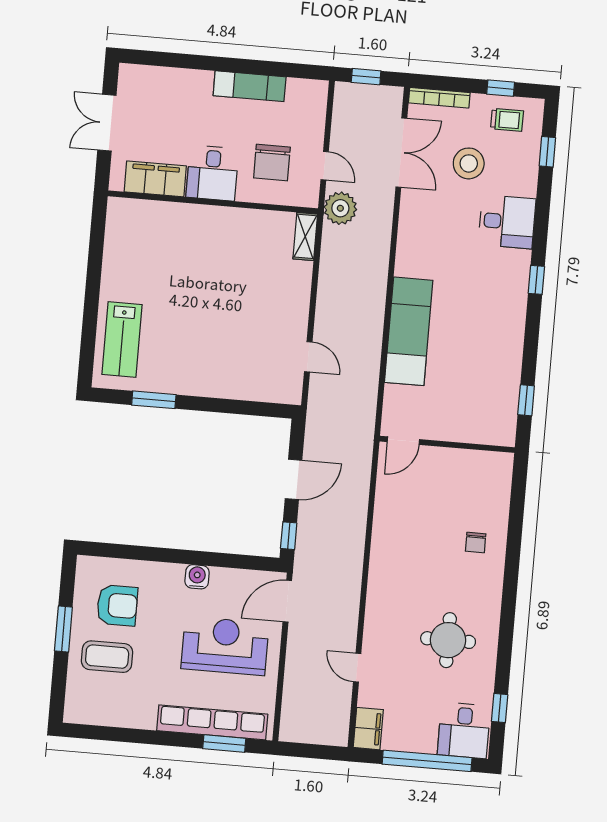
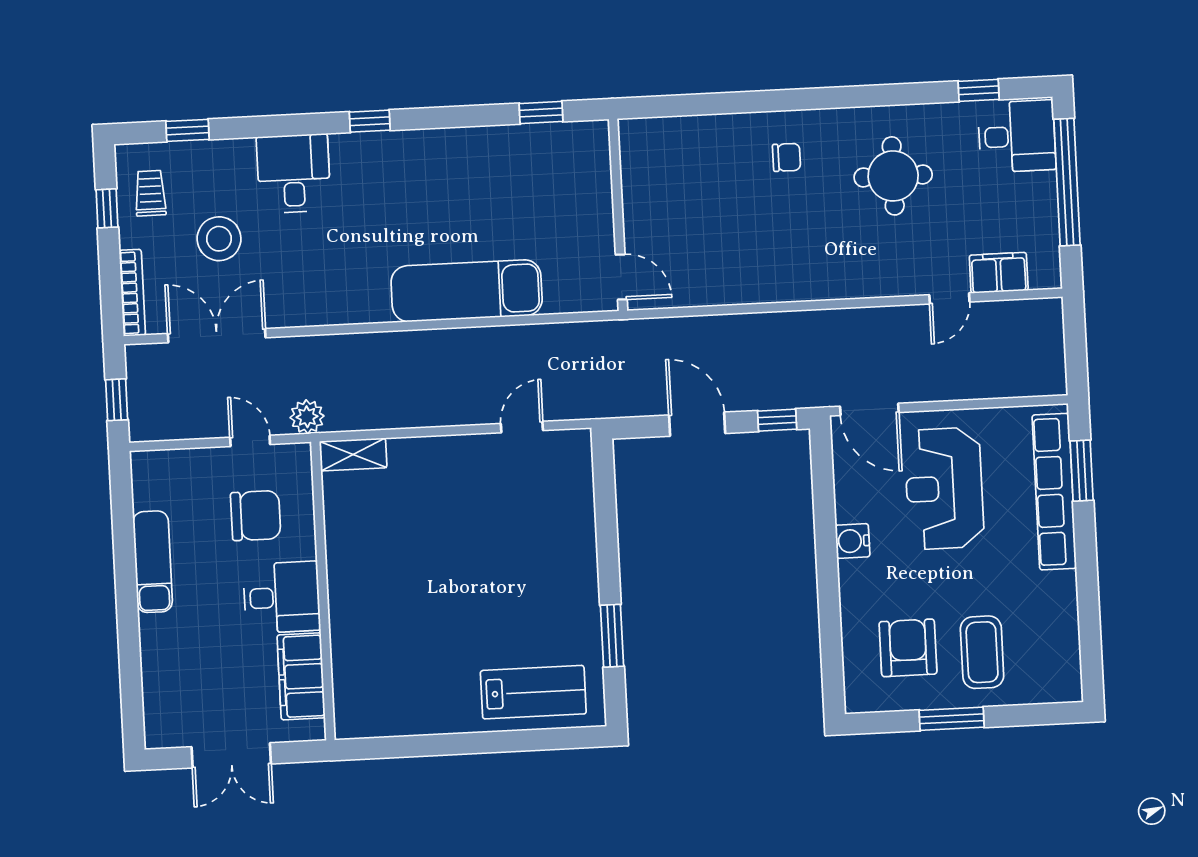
door: (325, 166) -> (250, 441), hinge flipped
plant: (340, 208) -> (307, 417), width x0.73, depth x0.73
chair: (476, 542) -> (787, 157), moved
filing cabinet: (368, 729) -> (999, 273), moved

